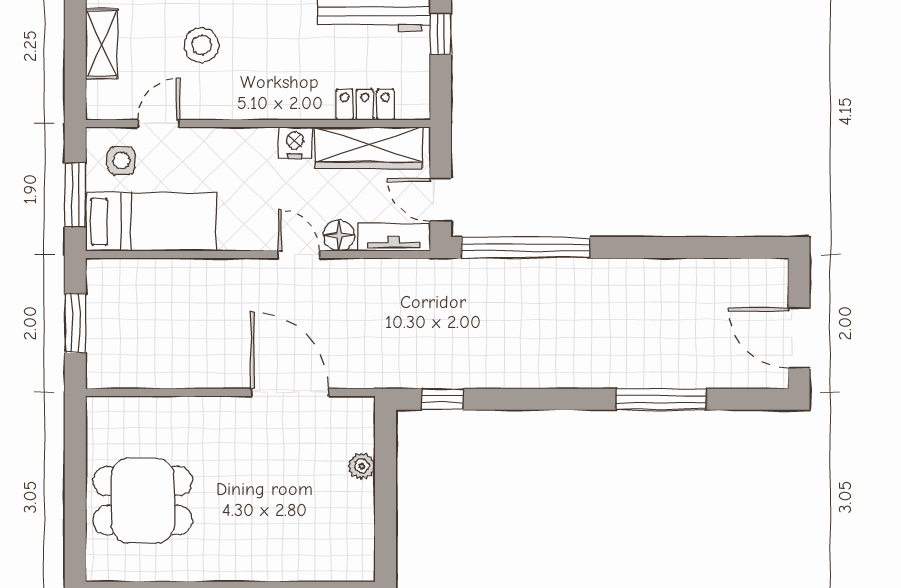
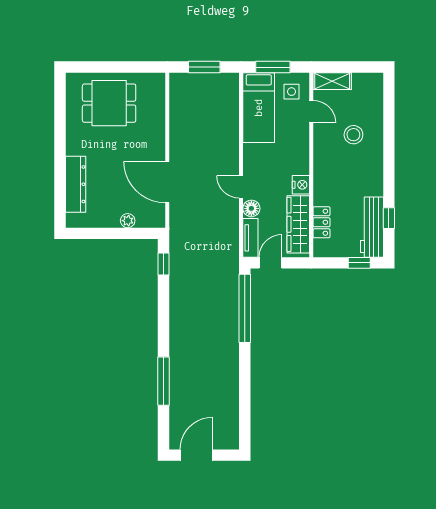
shelving: (102, 44) -> (332, 81), moved
door: (299, 254) -> (241, 187), swing flipped
door: (290, 392) -> (167, 182), swing flipped
dining table: (143, 501) -> (109, 103), turned 90
dresser: (294, 563) -> (76, 184), added

